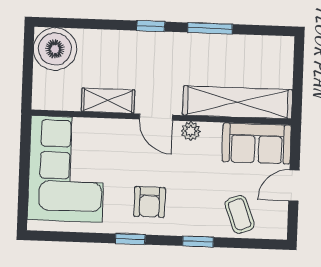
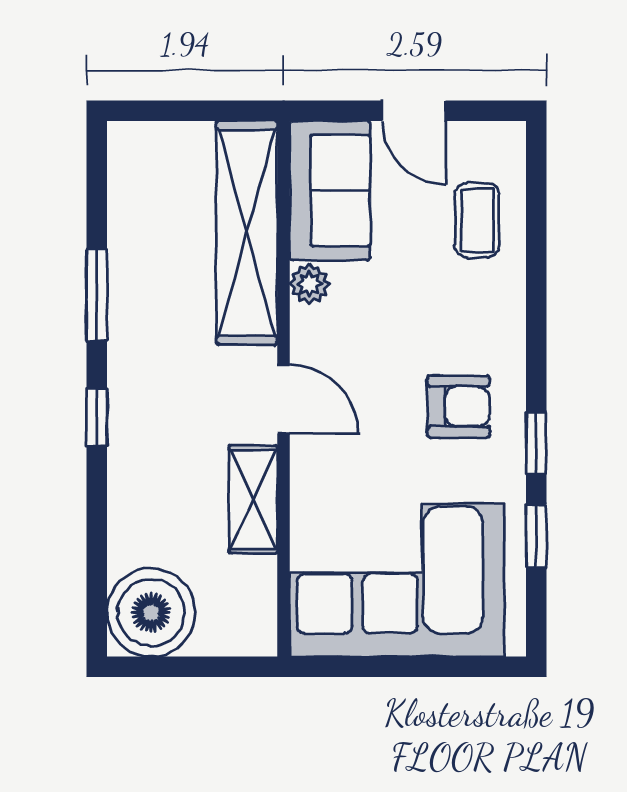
door: (156, 117) -> (284, 399), hinge flipped
plant: (191, 131) -> (309, 284), moved
coffee table: (240, 214) -> (477, 220), turned -69
window: (198, 242) -> (536, 536), moved

